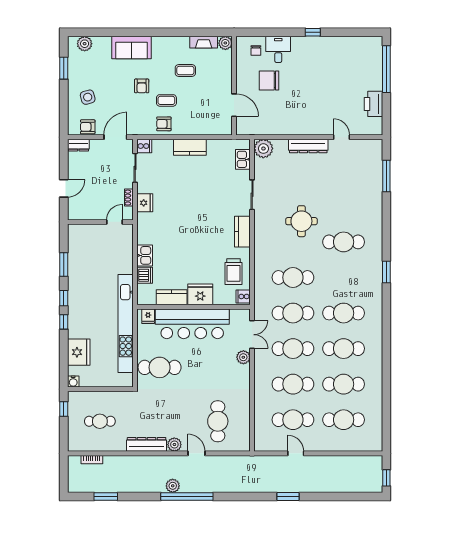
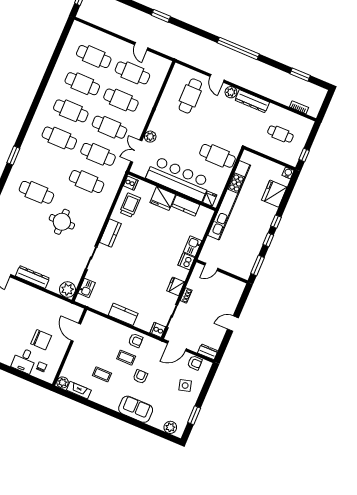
wall: (100, 222) -> (222, 271), moved
door: (114, 222) -> (211, 267), moved
dishwasher: (145, 275) -> (186, 261), moved
plant: (173, 486) -> (246, 61), removed

